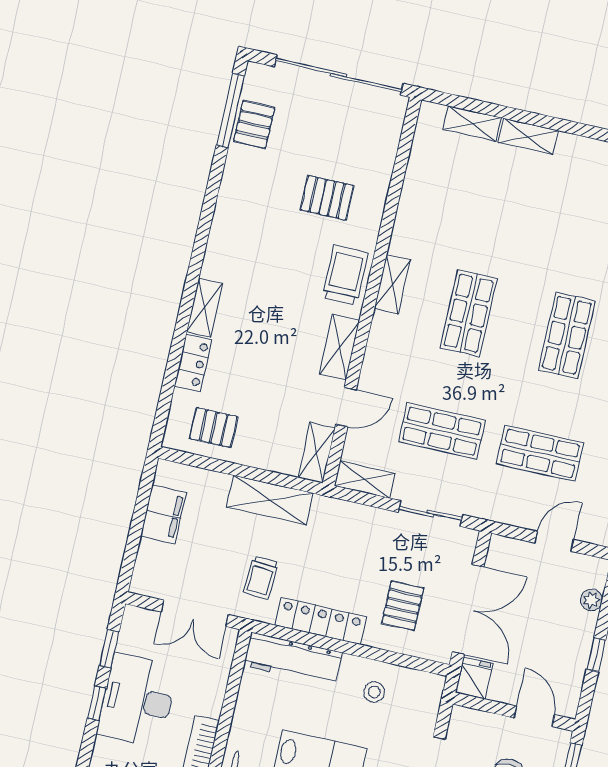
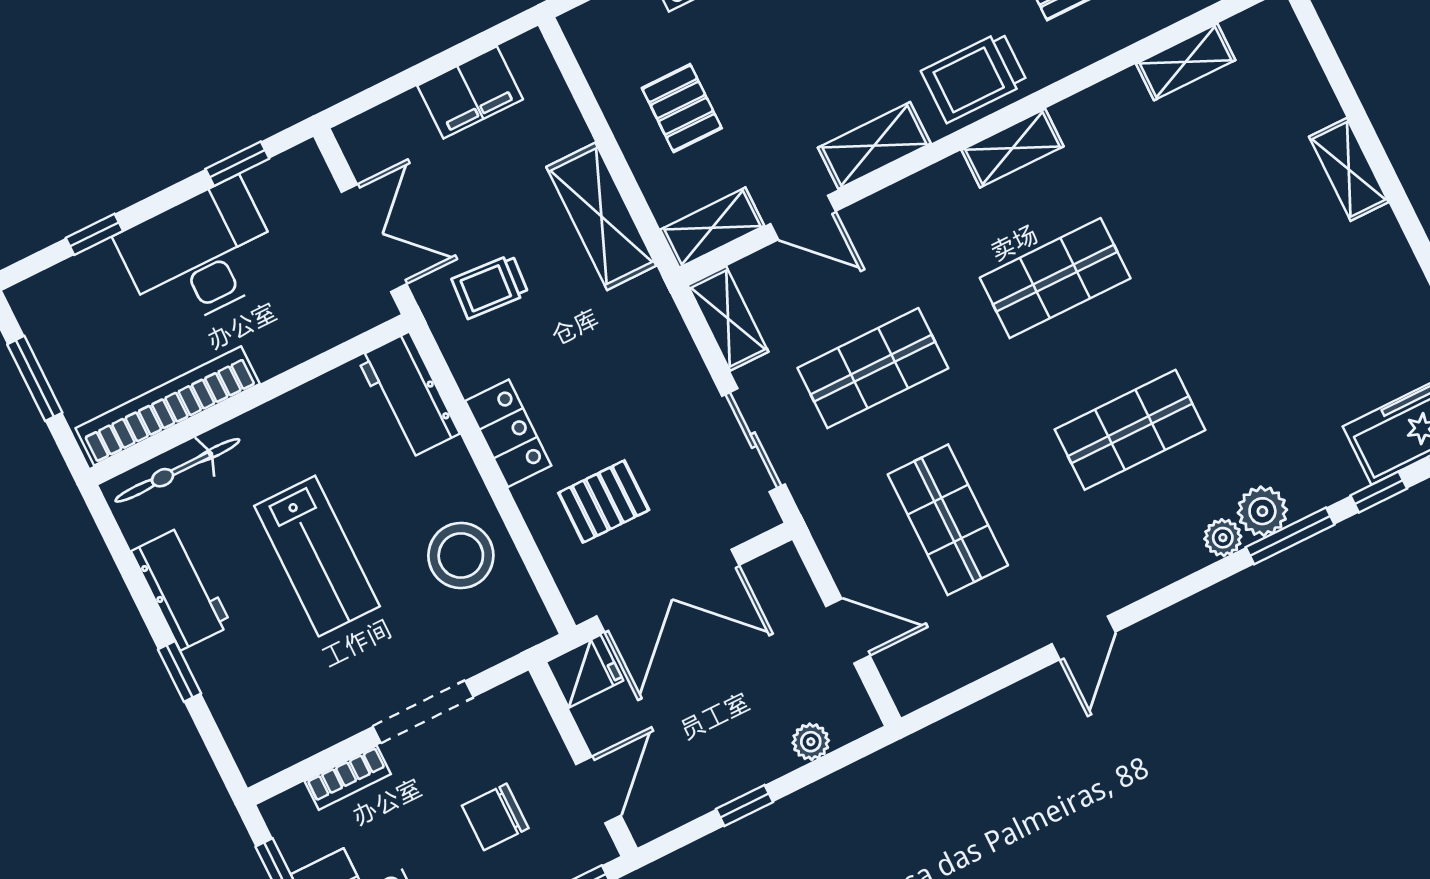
shelving: (472, 124) -> (1186, 62), moved, turned 90
trolley: (345, 275) -> (974, 77), turned 180
pallet: (214, 427) -> (682, 108), moved
shop shelf: (442, 431) -> (873, 368), turned 90
double door: (195, 613) -> (374, 238), swing flipped
locker: (321, 621) -> (508, 433), width x0.66
workbench: (293, 659) -> (408, 396), width x0.73
stool: (374, 692) -> (461, 556), width x1.89, depth x1.89
window: (97, 703) -> (94, 234), moved

